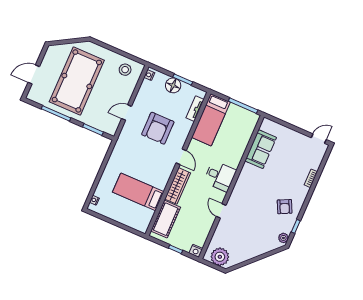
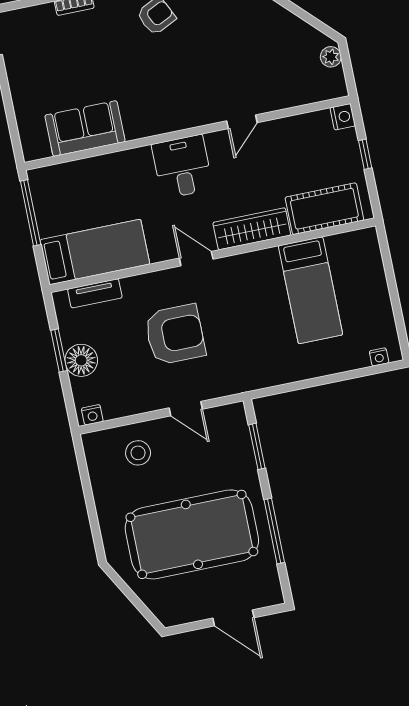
stool: (125, 70) -> (138, 453), moved
door: (181, 157) -> (196, 259), hinge flipped
plant: (220, 257) -> (331, 57), width x0.53, depth x0.53

